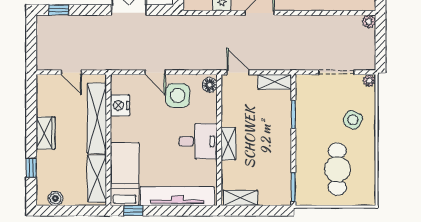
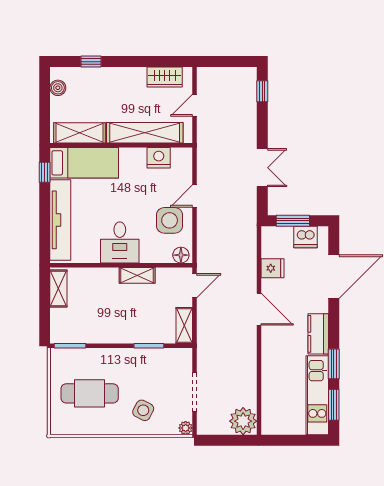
plant: (369, 22) -> (243, 421), width x1.88, depth x1.88
wardrobe: (46, 133) -> (165, 77), moved
shelving: (228, 144) -> (137, 275), moved

